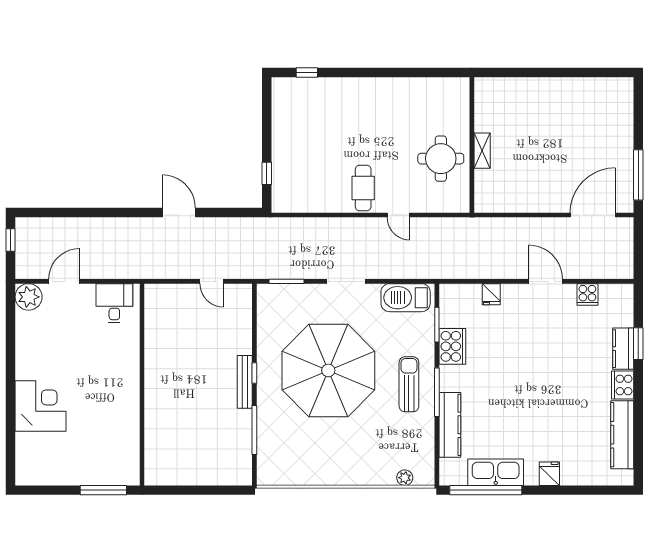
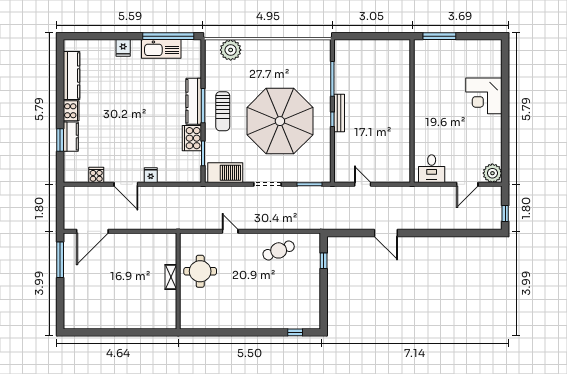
cafe table: (363, 188) -> (279, 250), moved, turned 68
fridge: (491, 294) -> (151, 175), moved
kitchen counter: (450, 425) -> (194, 101), moved
plant: (405, 478) -> (231, 50), width x1.87, depth x1.87

